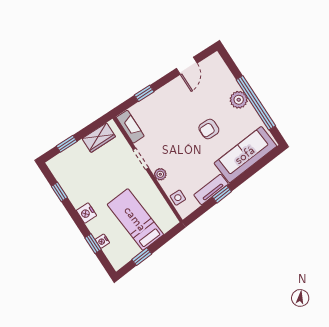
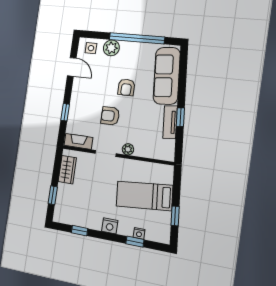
plant: (239, 100) -> (111, 48), moved
armchair: (174, 136) -> (110, 116), added
side table: (178, 198) -> (91, 48), moved

